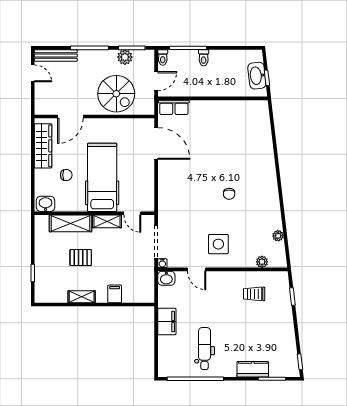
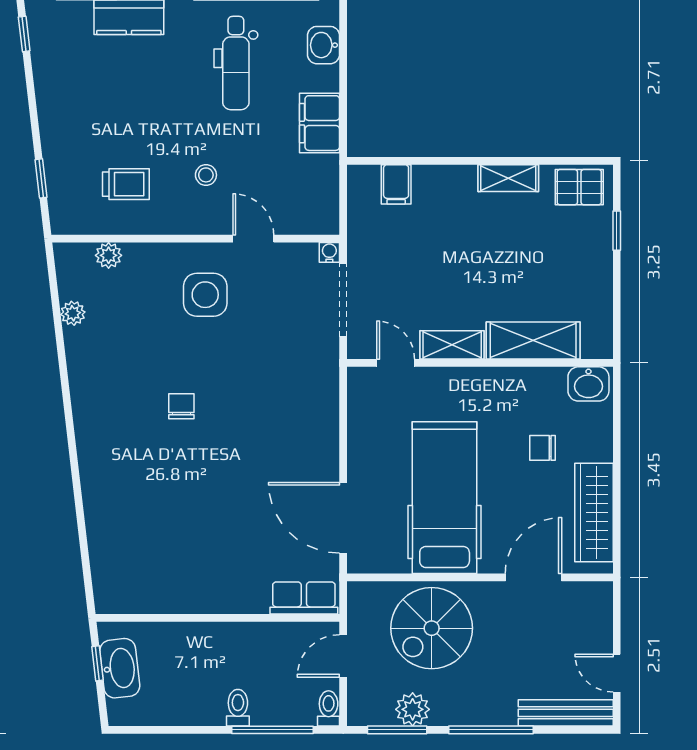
spiral stairs: (116, 94) -> (432, 628), turned -90
hospital bed: (102, 177) -> (445, 498), moved, turned 180
pallet: (81, 257) -> (579, 187), moved
washbasin: (166, 278) -> (323, 45), moved, turned -90
filing cabinet: (115, 294) -> (396, 184), moved
stool: (218, 298) -> (206, 175), added

